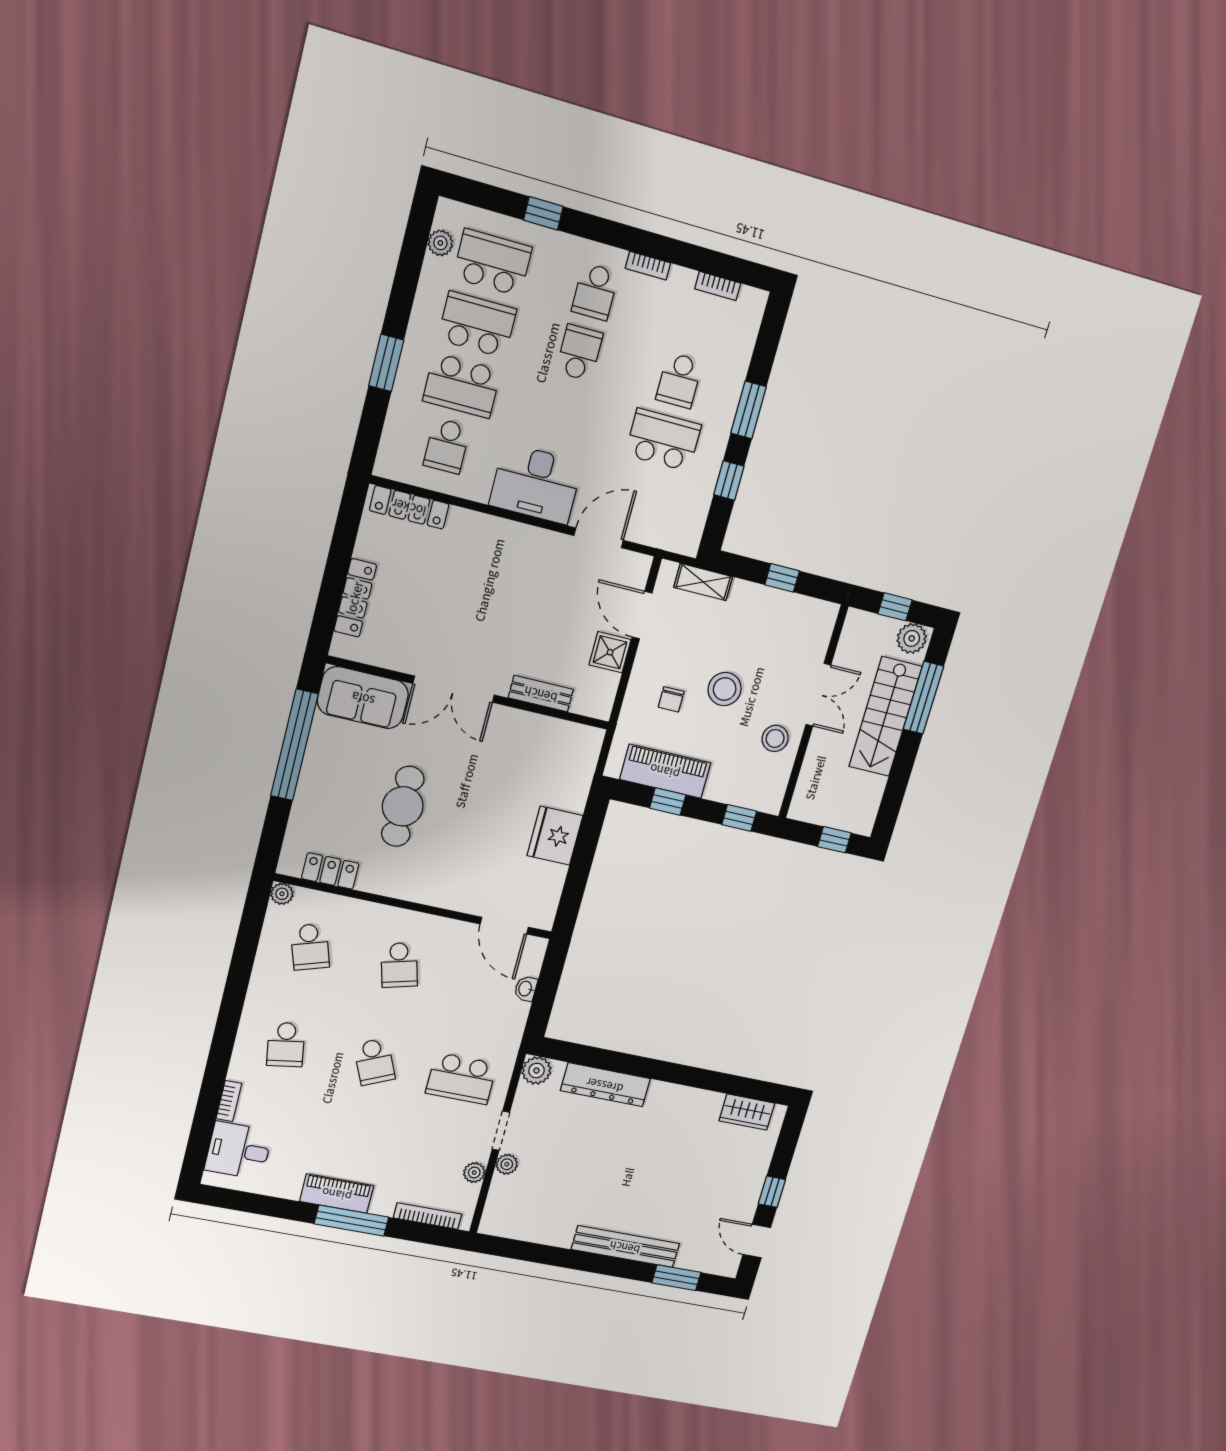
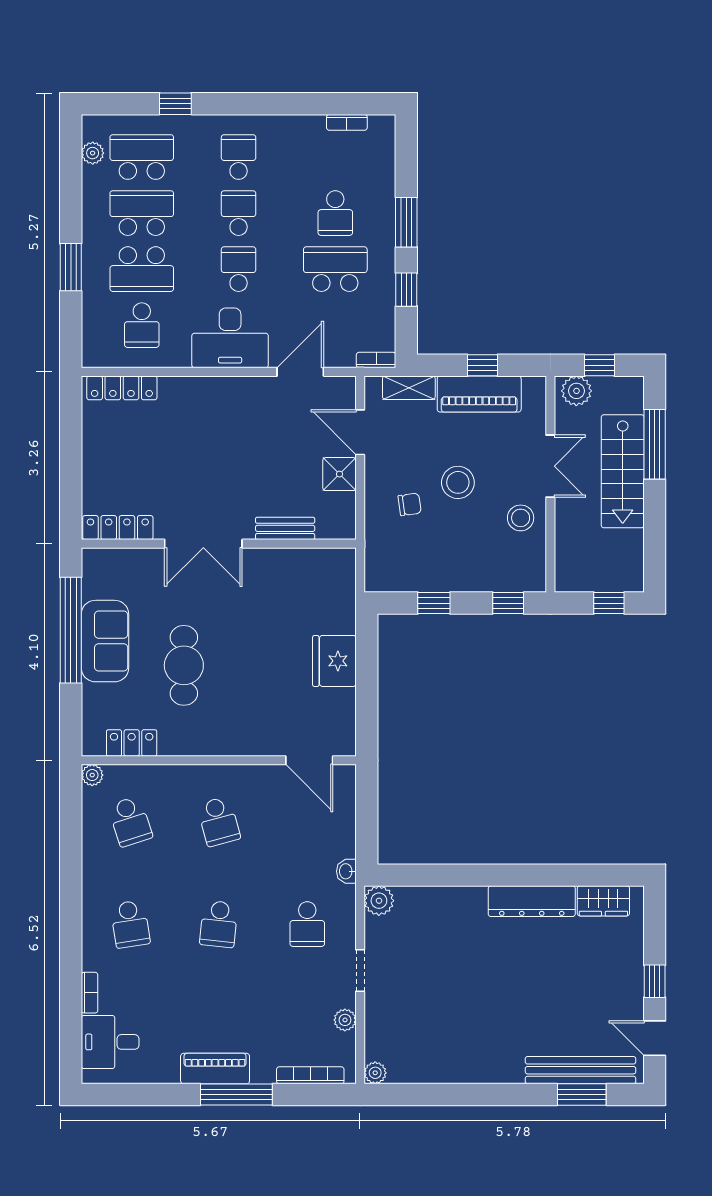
bookcase: (648, 266) -> (376, 360), moved, turned 180
school desk: (595, 292) -> (239, 157), turned 180
school desk: (564, 413) -> (239, 269), added
locker: (355, 598) -> (118, 528), moved, turned -90
plant: (912, 638) -> (576, 391), moved
sofa: (363, 698) -> (105, 641), moved, turned -90
chair: (671, 699) -> (410, 504), turned -98
piano: (665, 771) -> (479, 394), moved, turned 180
washbasin: (526, 989) -> (346, 871), moved
school desk: (374, 1062) -> (219, 924), turned 30
school desk: (461, 1079) -> (307, 924), width x0.54
dresser: (605, 1085) -> (532, 901), moved
plant: (507, 1164) -> (375, 1073), moved
bench: (625, 1247) -> (581, 1070), moved

